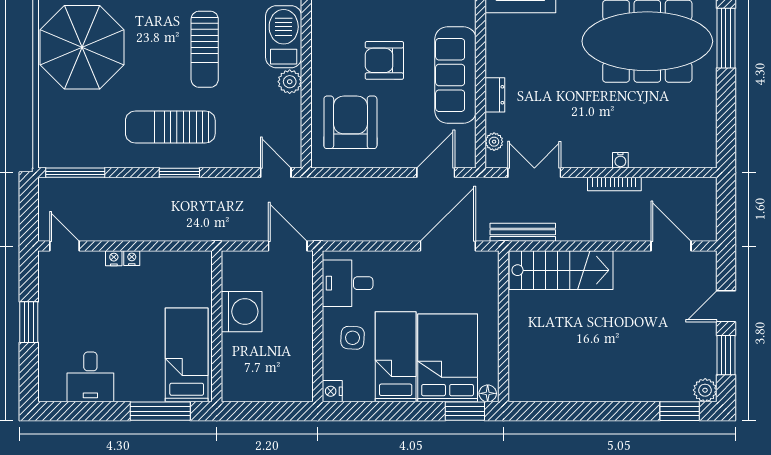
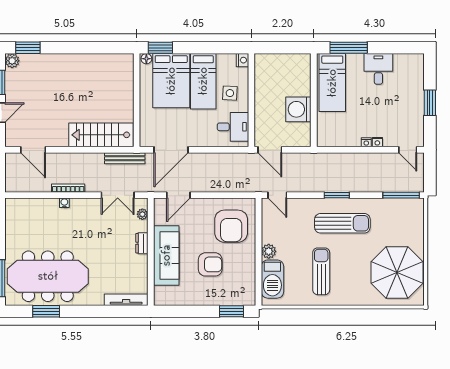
desk: (90, 377) -> (378, 69), moved

